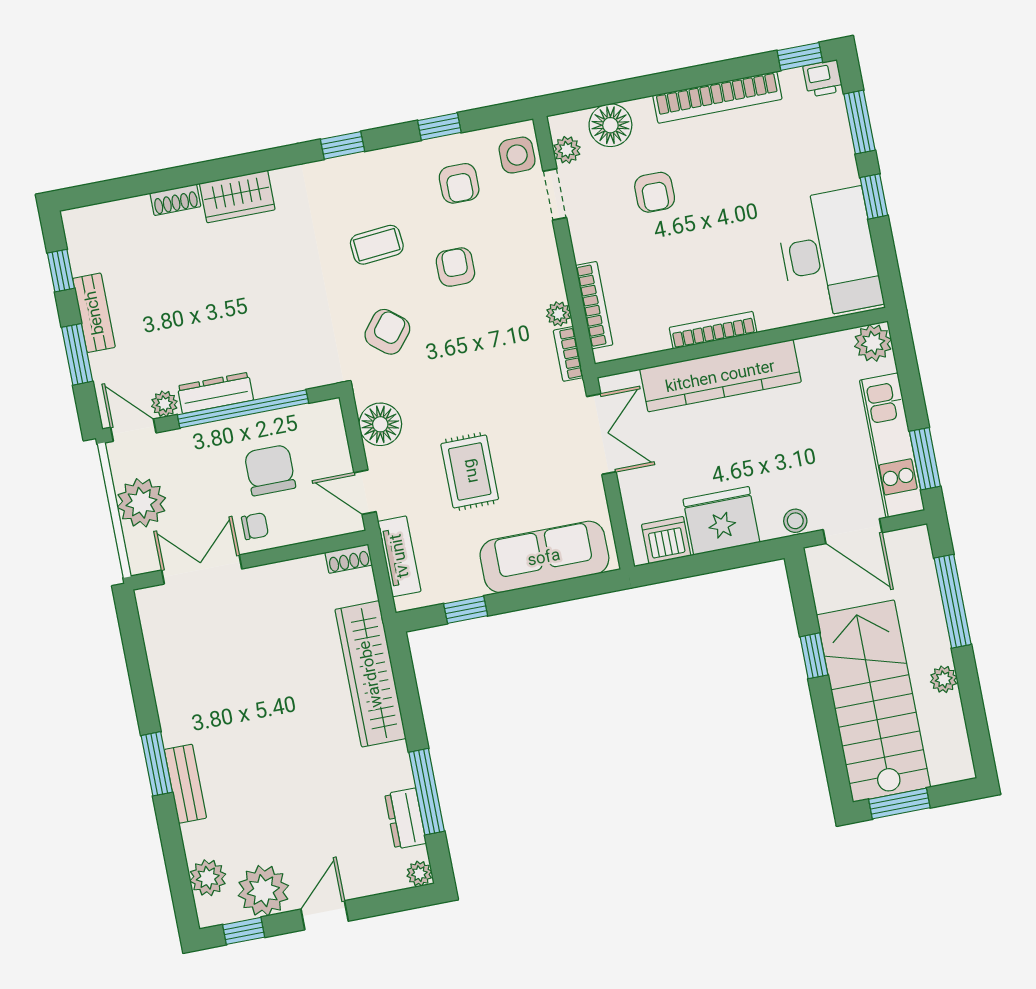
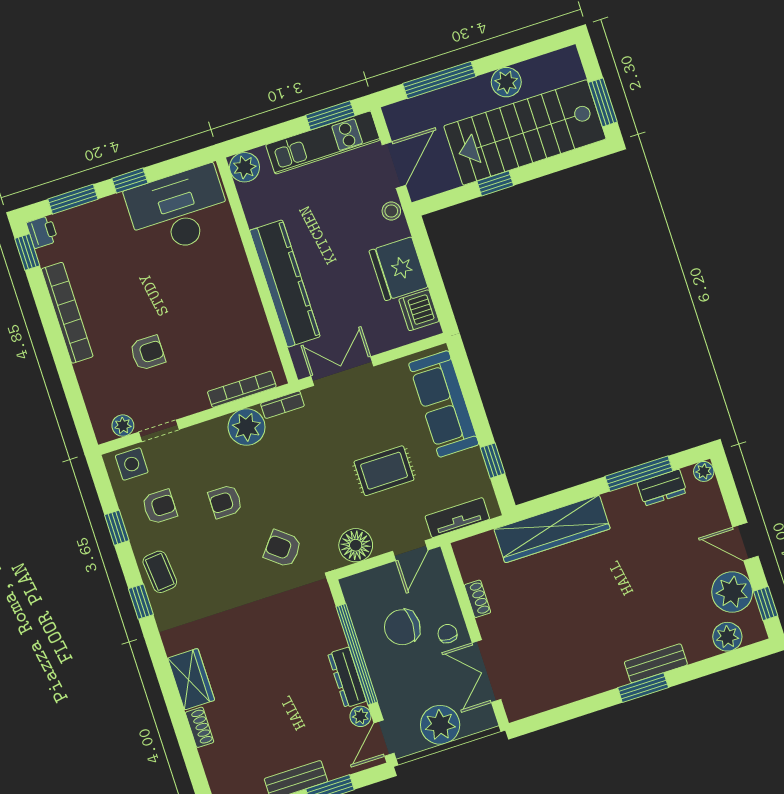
floor lamp: (610, 125) -> (99, 394), removed
coffee table: (377, 245) -> (160, 572), moved
plant: (559, 314) -> (247, 427), width x1.88, depth x1.88
bookcase: (713, 330) -> (250, 294), removed
shoe rack: (349, 559) -> (477, 599), moved
plant: (944, 679) -> (506, 82), width x1.38, depth x1.38

